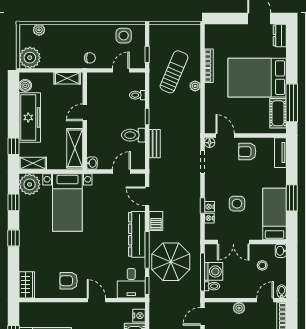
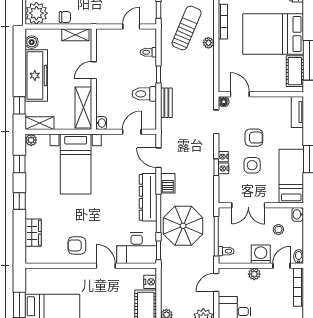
chair: (90, 58) -> (65, 17), moved
armchair: (247, 152) -> (254, 138), moved, turned 180
plant: (30, 184) -> (31, 140), width x0.53, depth x0.53
nightstand: (209, 218) -> (223, 157), moved
washing machine: (214, 271) -> (261, 254), moved, turned -90
desk: (131, 283) -> (137, 248), width x1.37
wardrobe: (27, 285) -> (33, 233), moved

